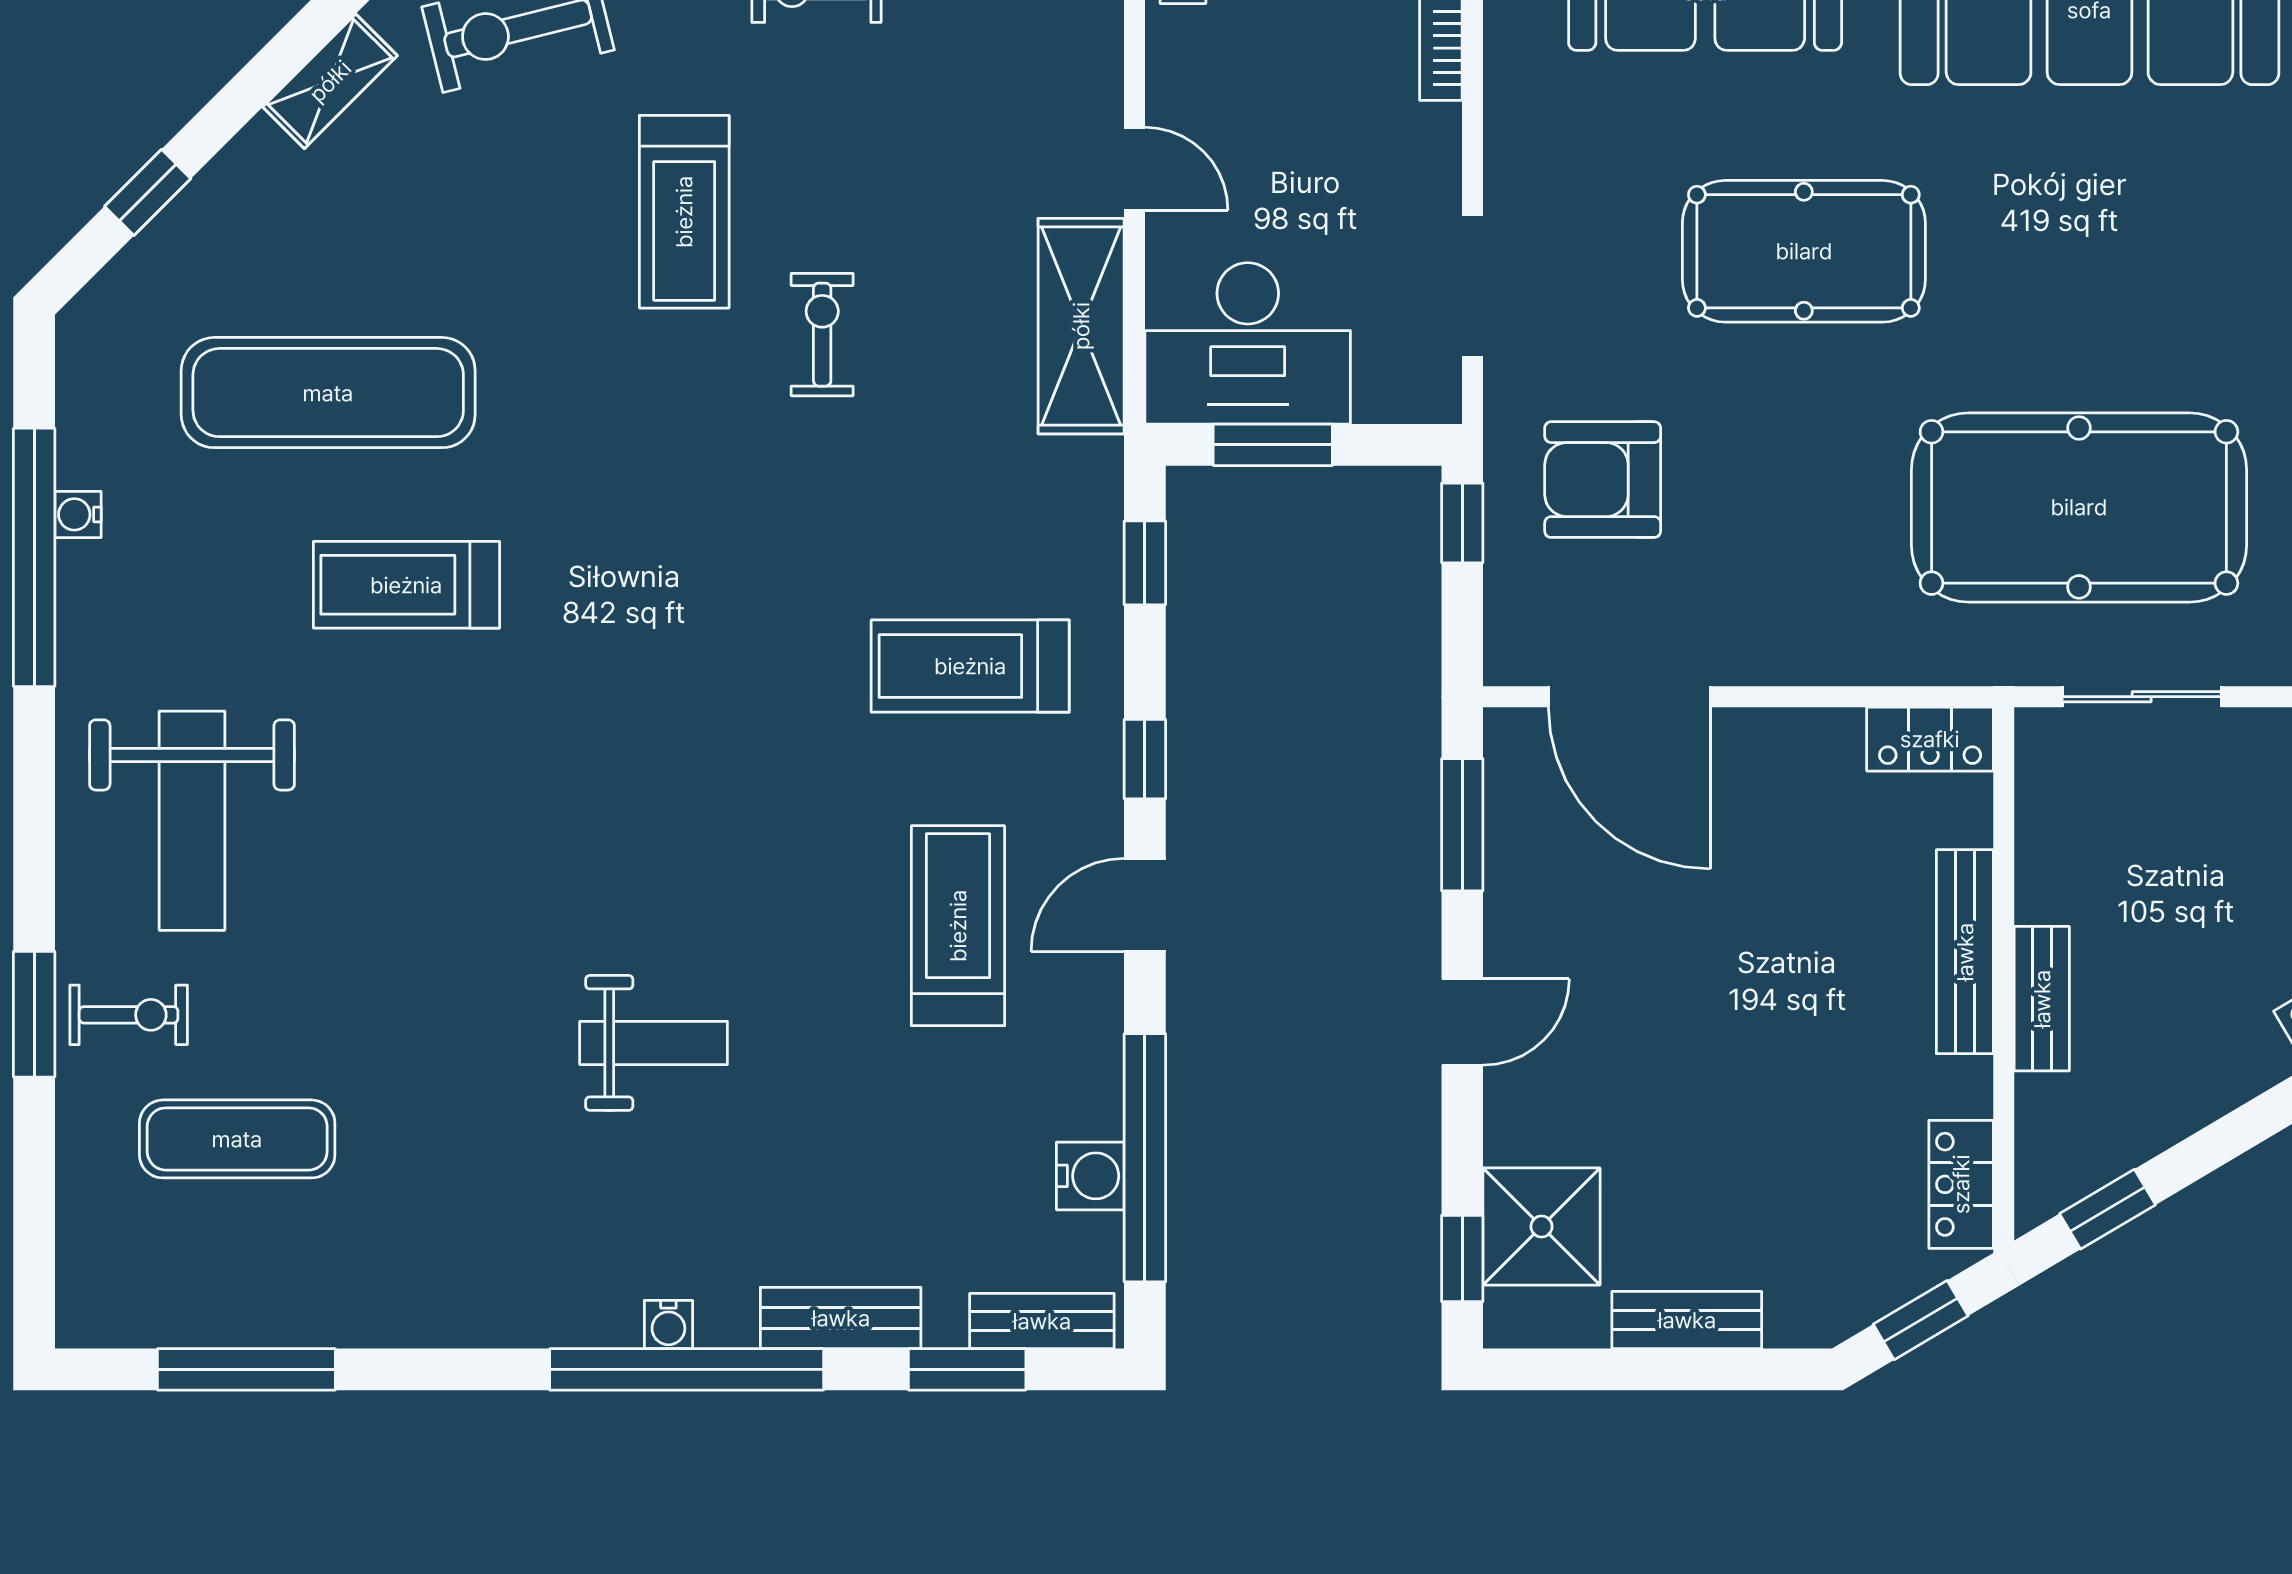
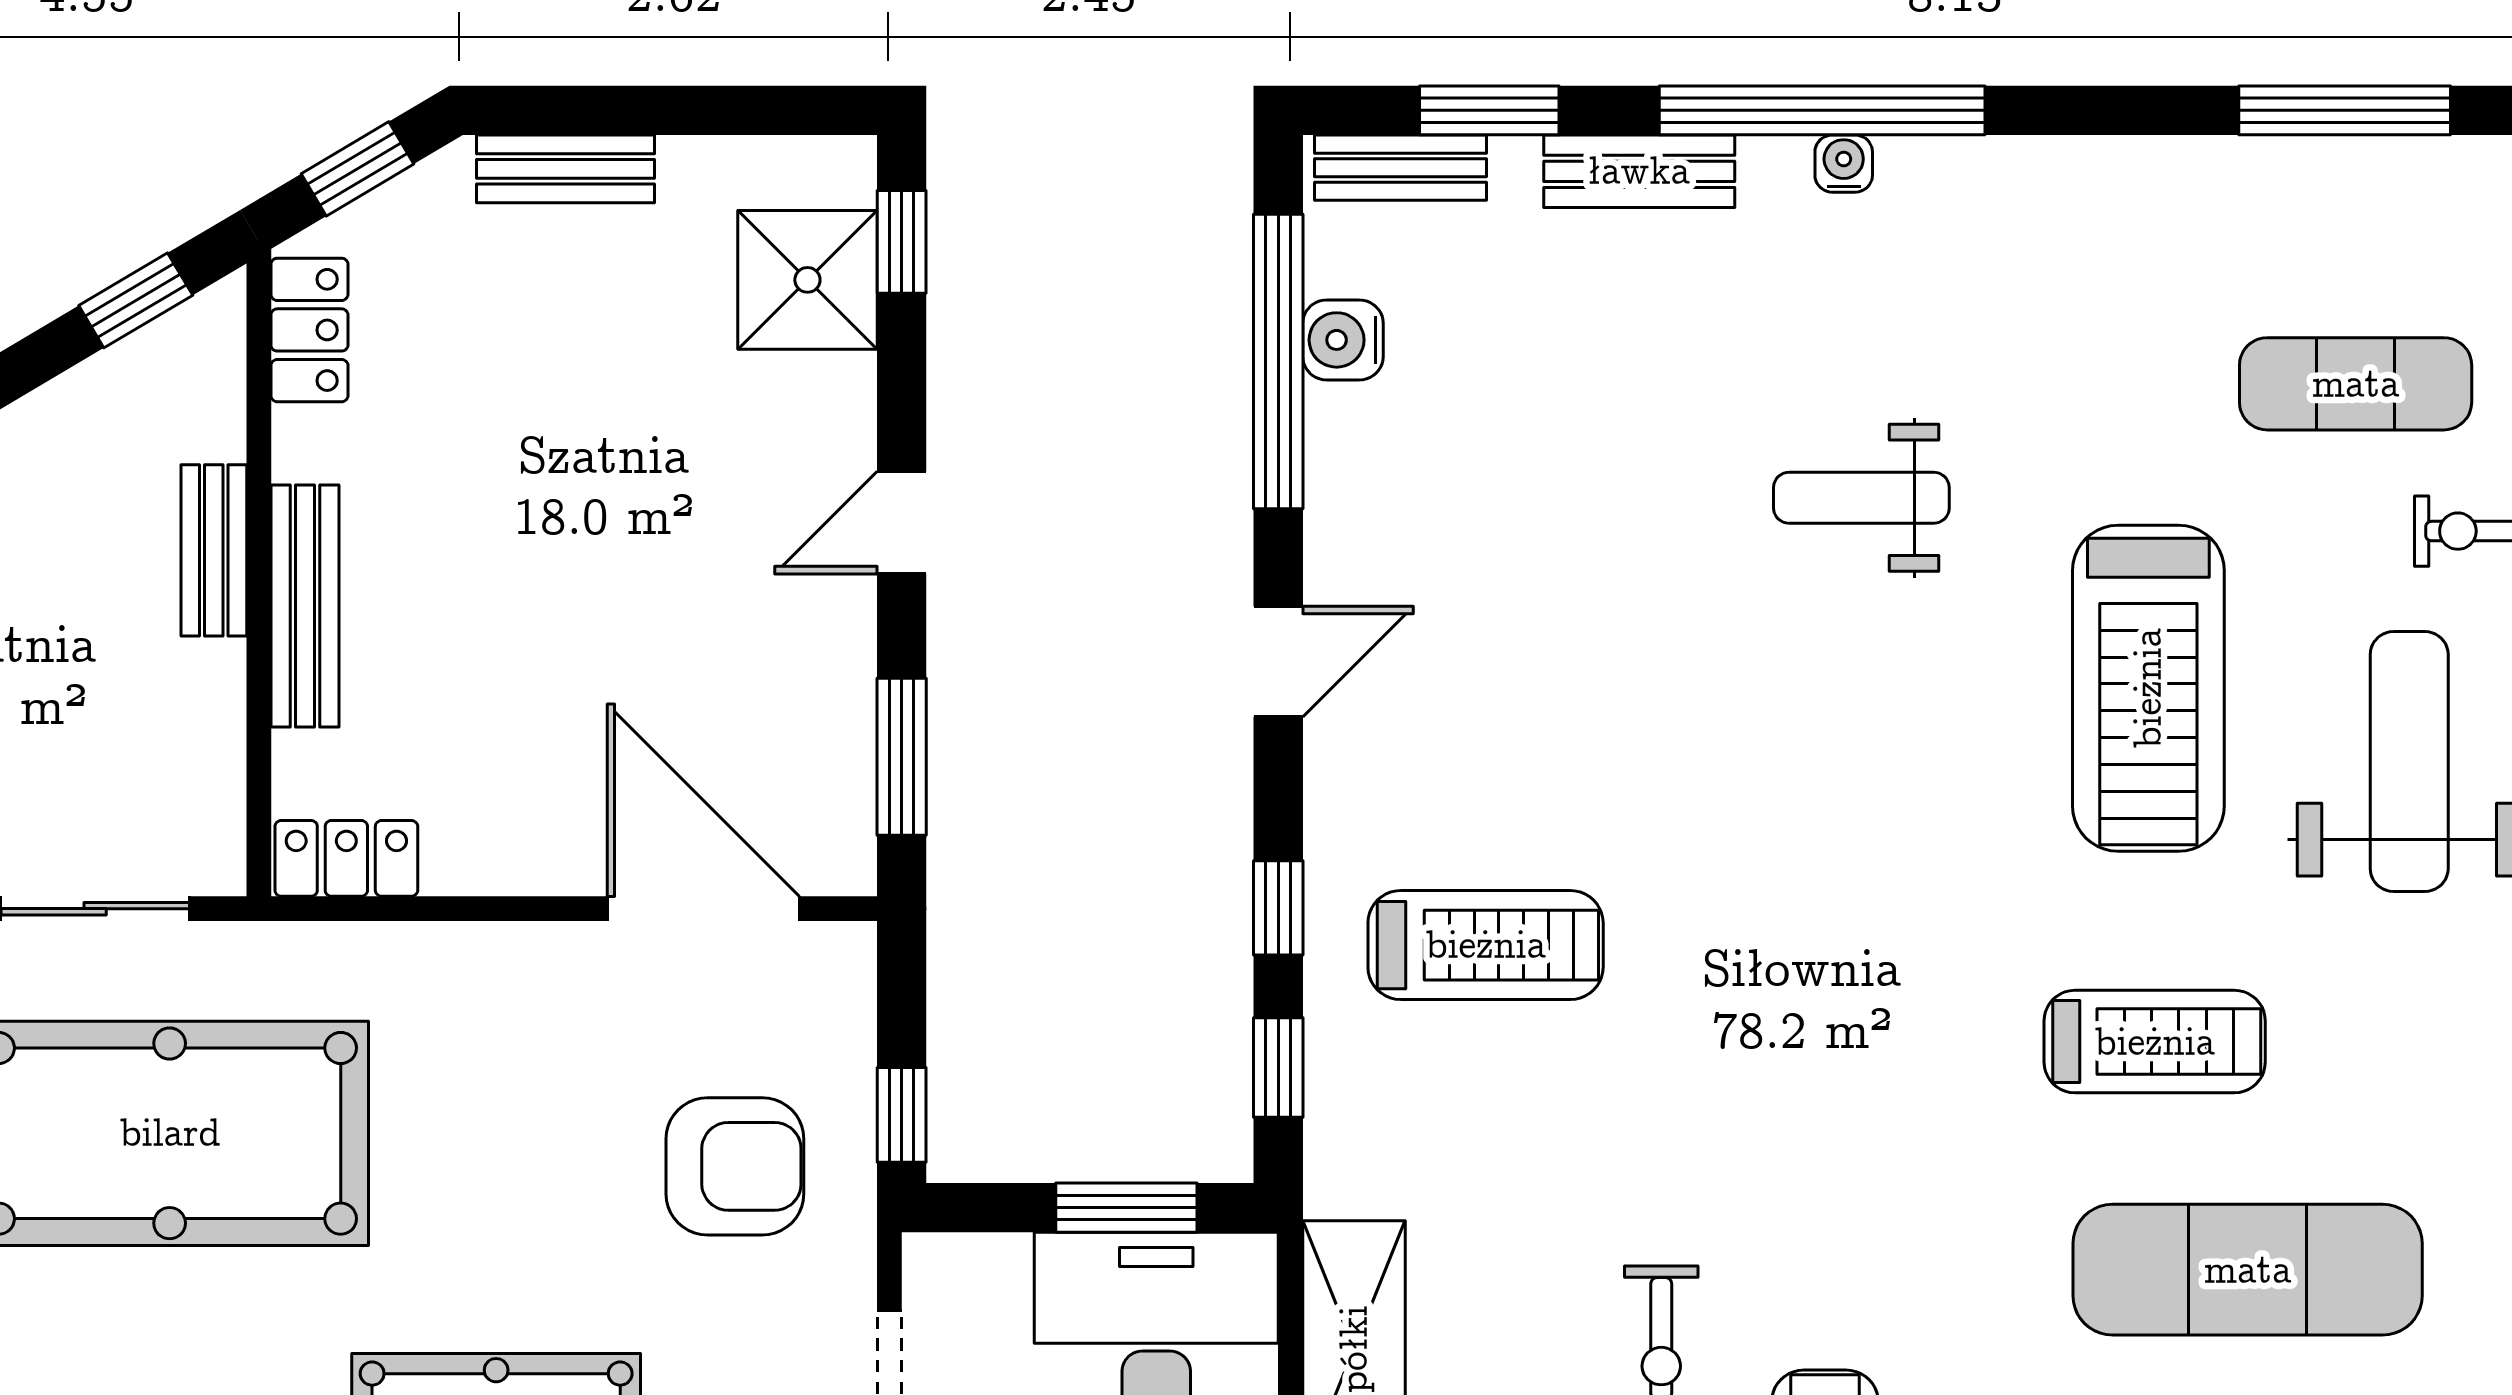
window: (1145, 759) -> (1278, 908), moved
treadmill: (958, 926) -> (2148, 688), moved, width x1.37, depth x1.38
bench: (1687, 1320) -> (565, 169), moved

